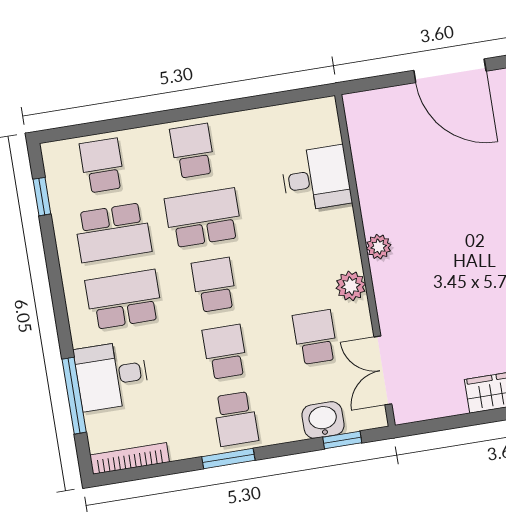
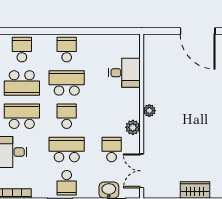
school desk: (225, 352) -> (67, 149), width x1.85

